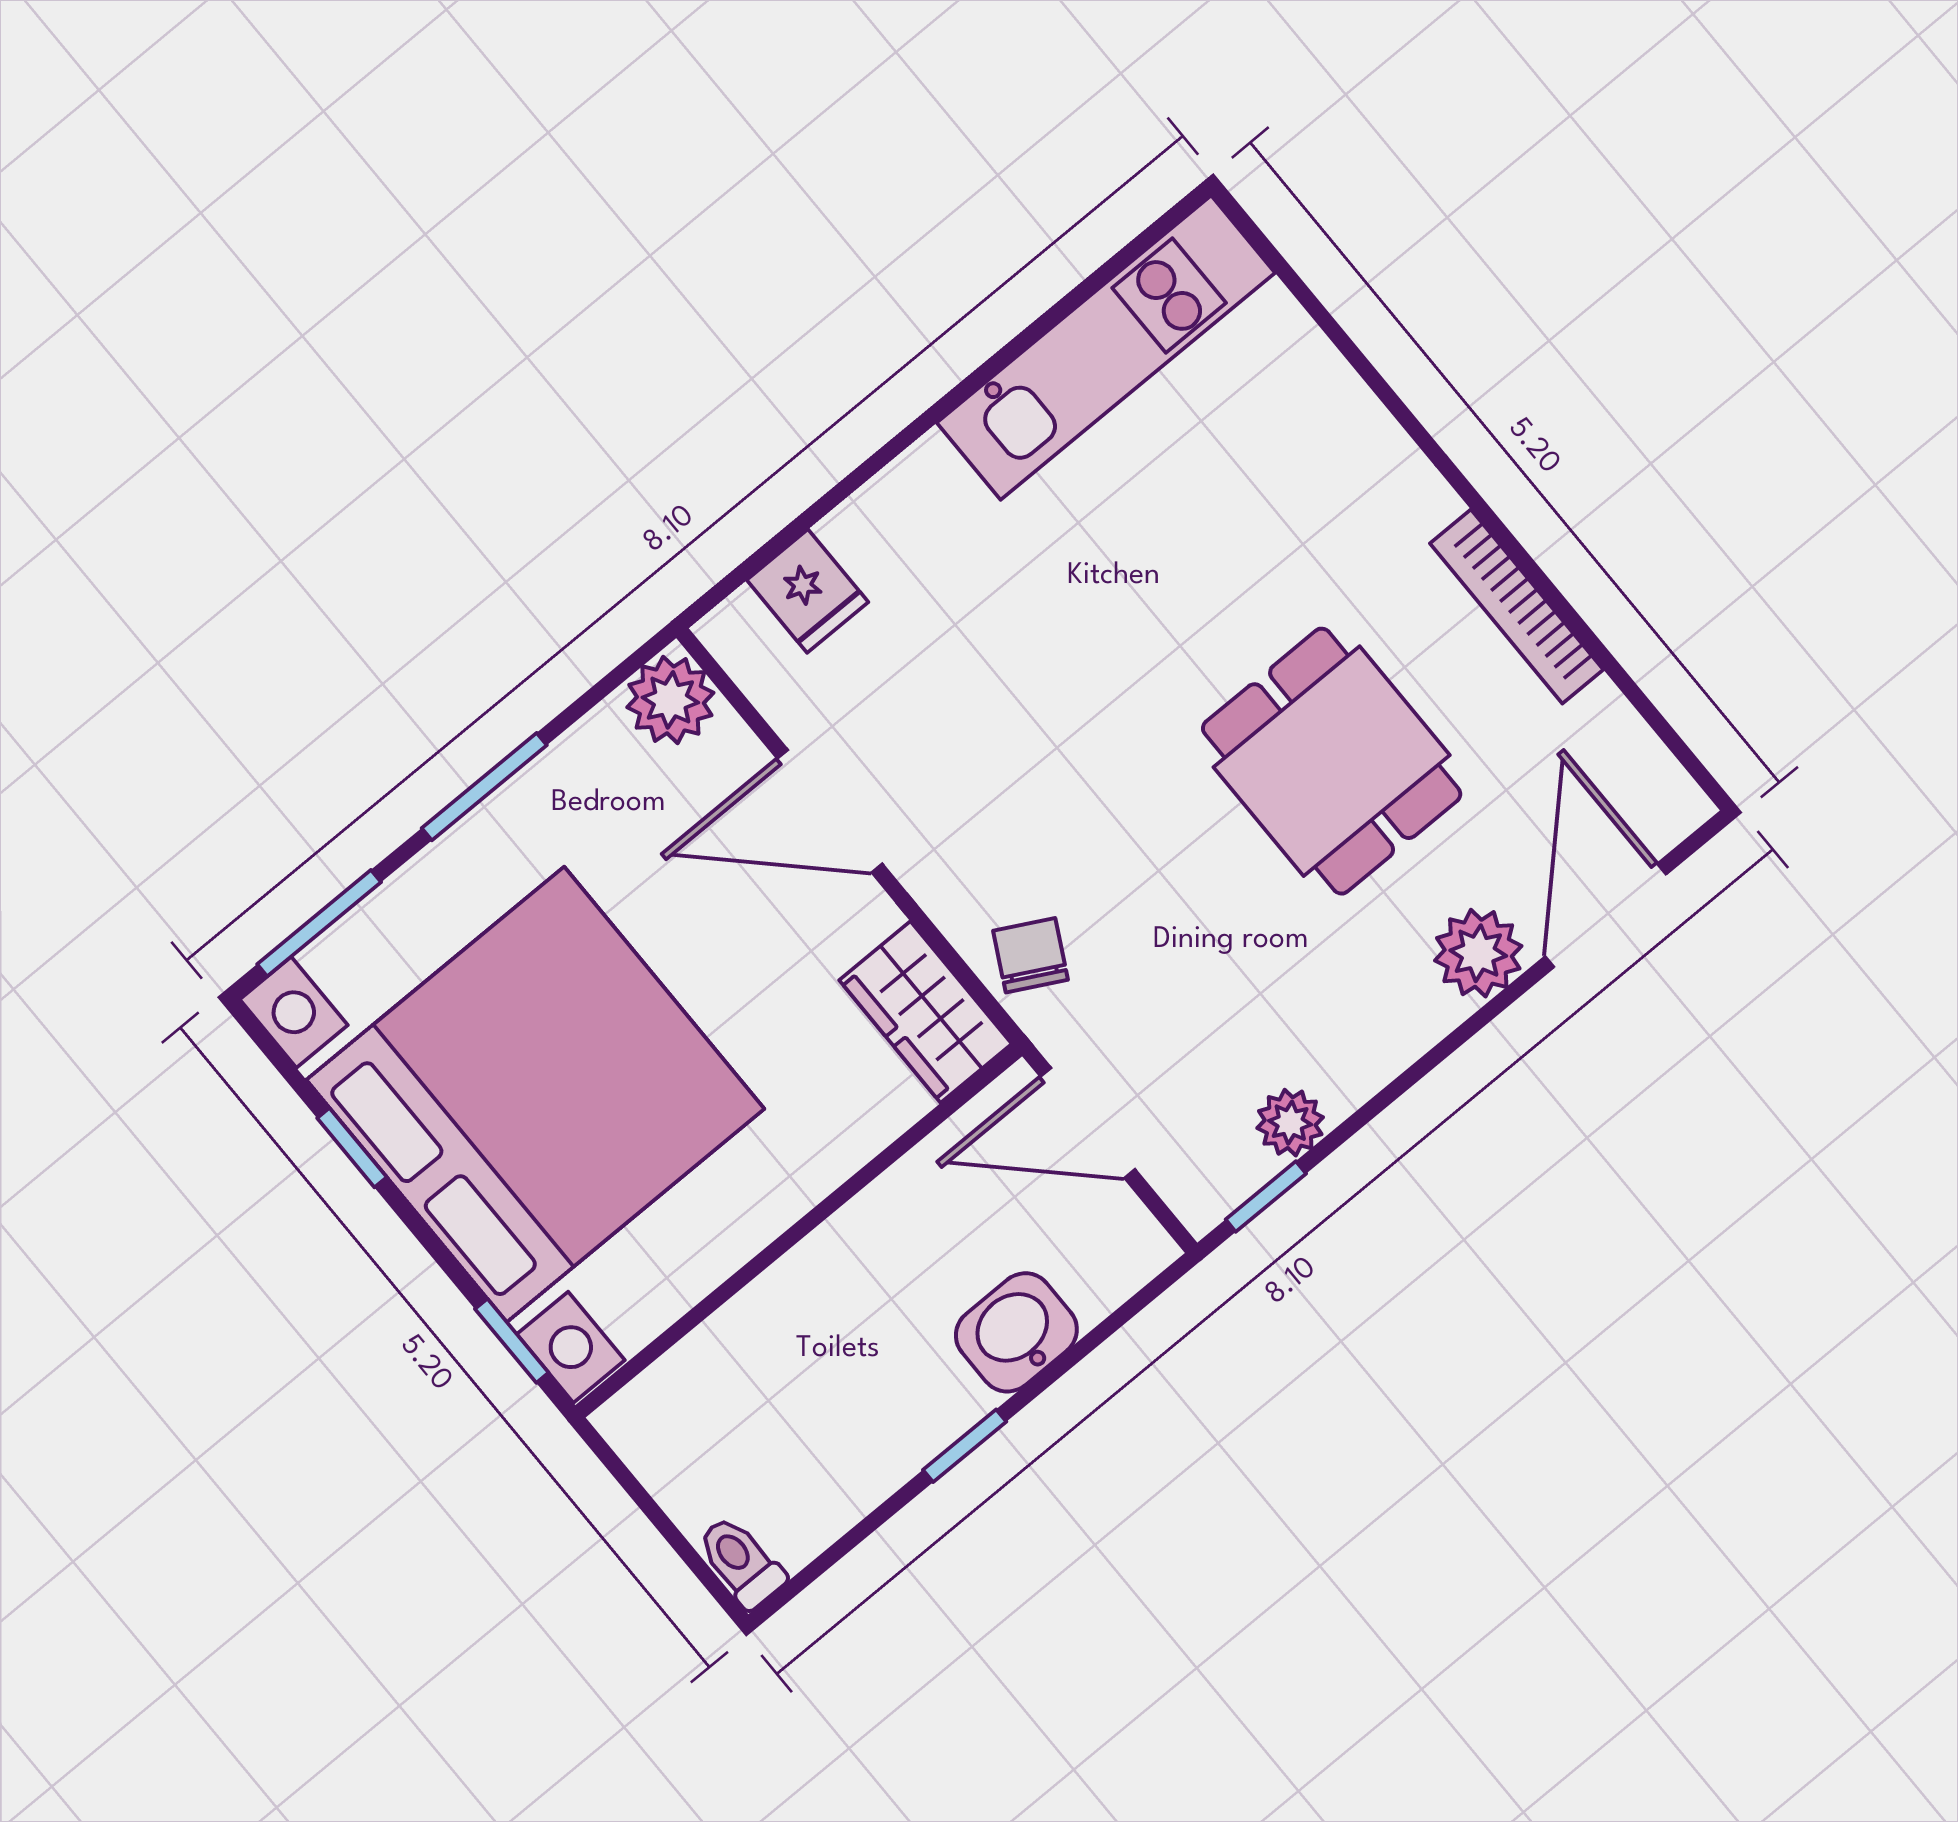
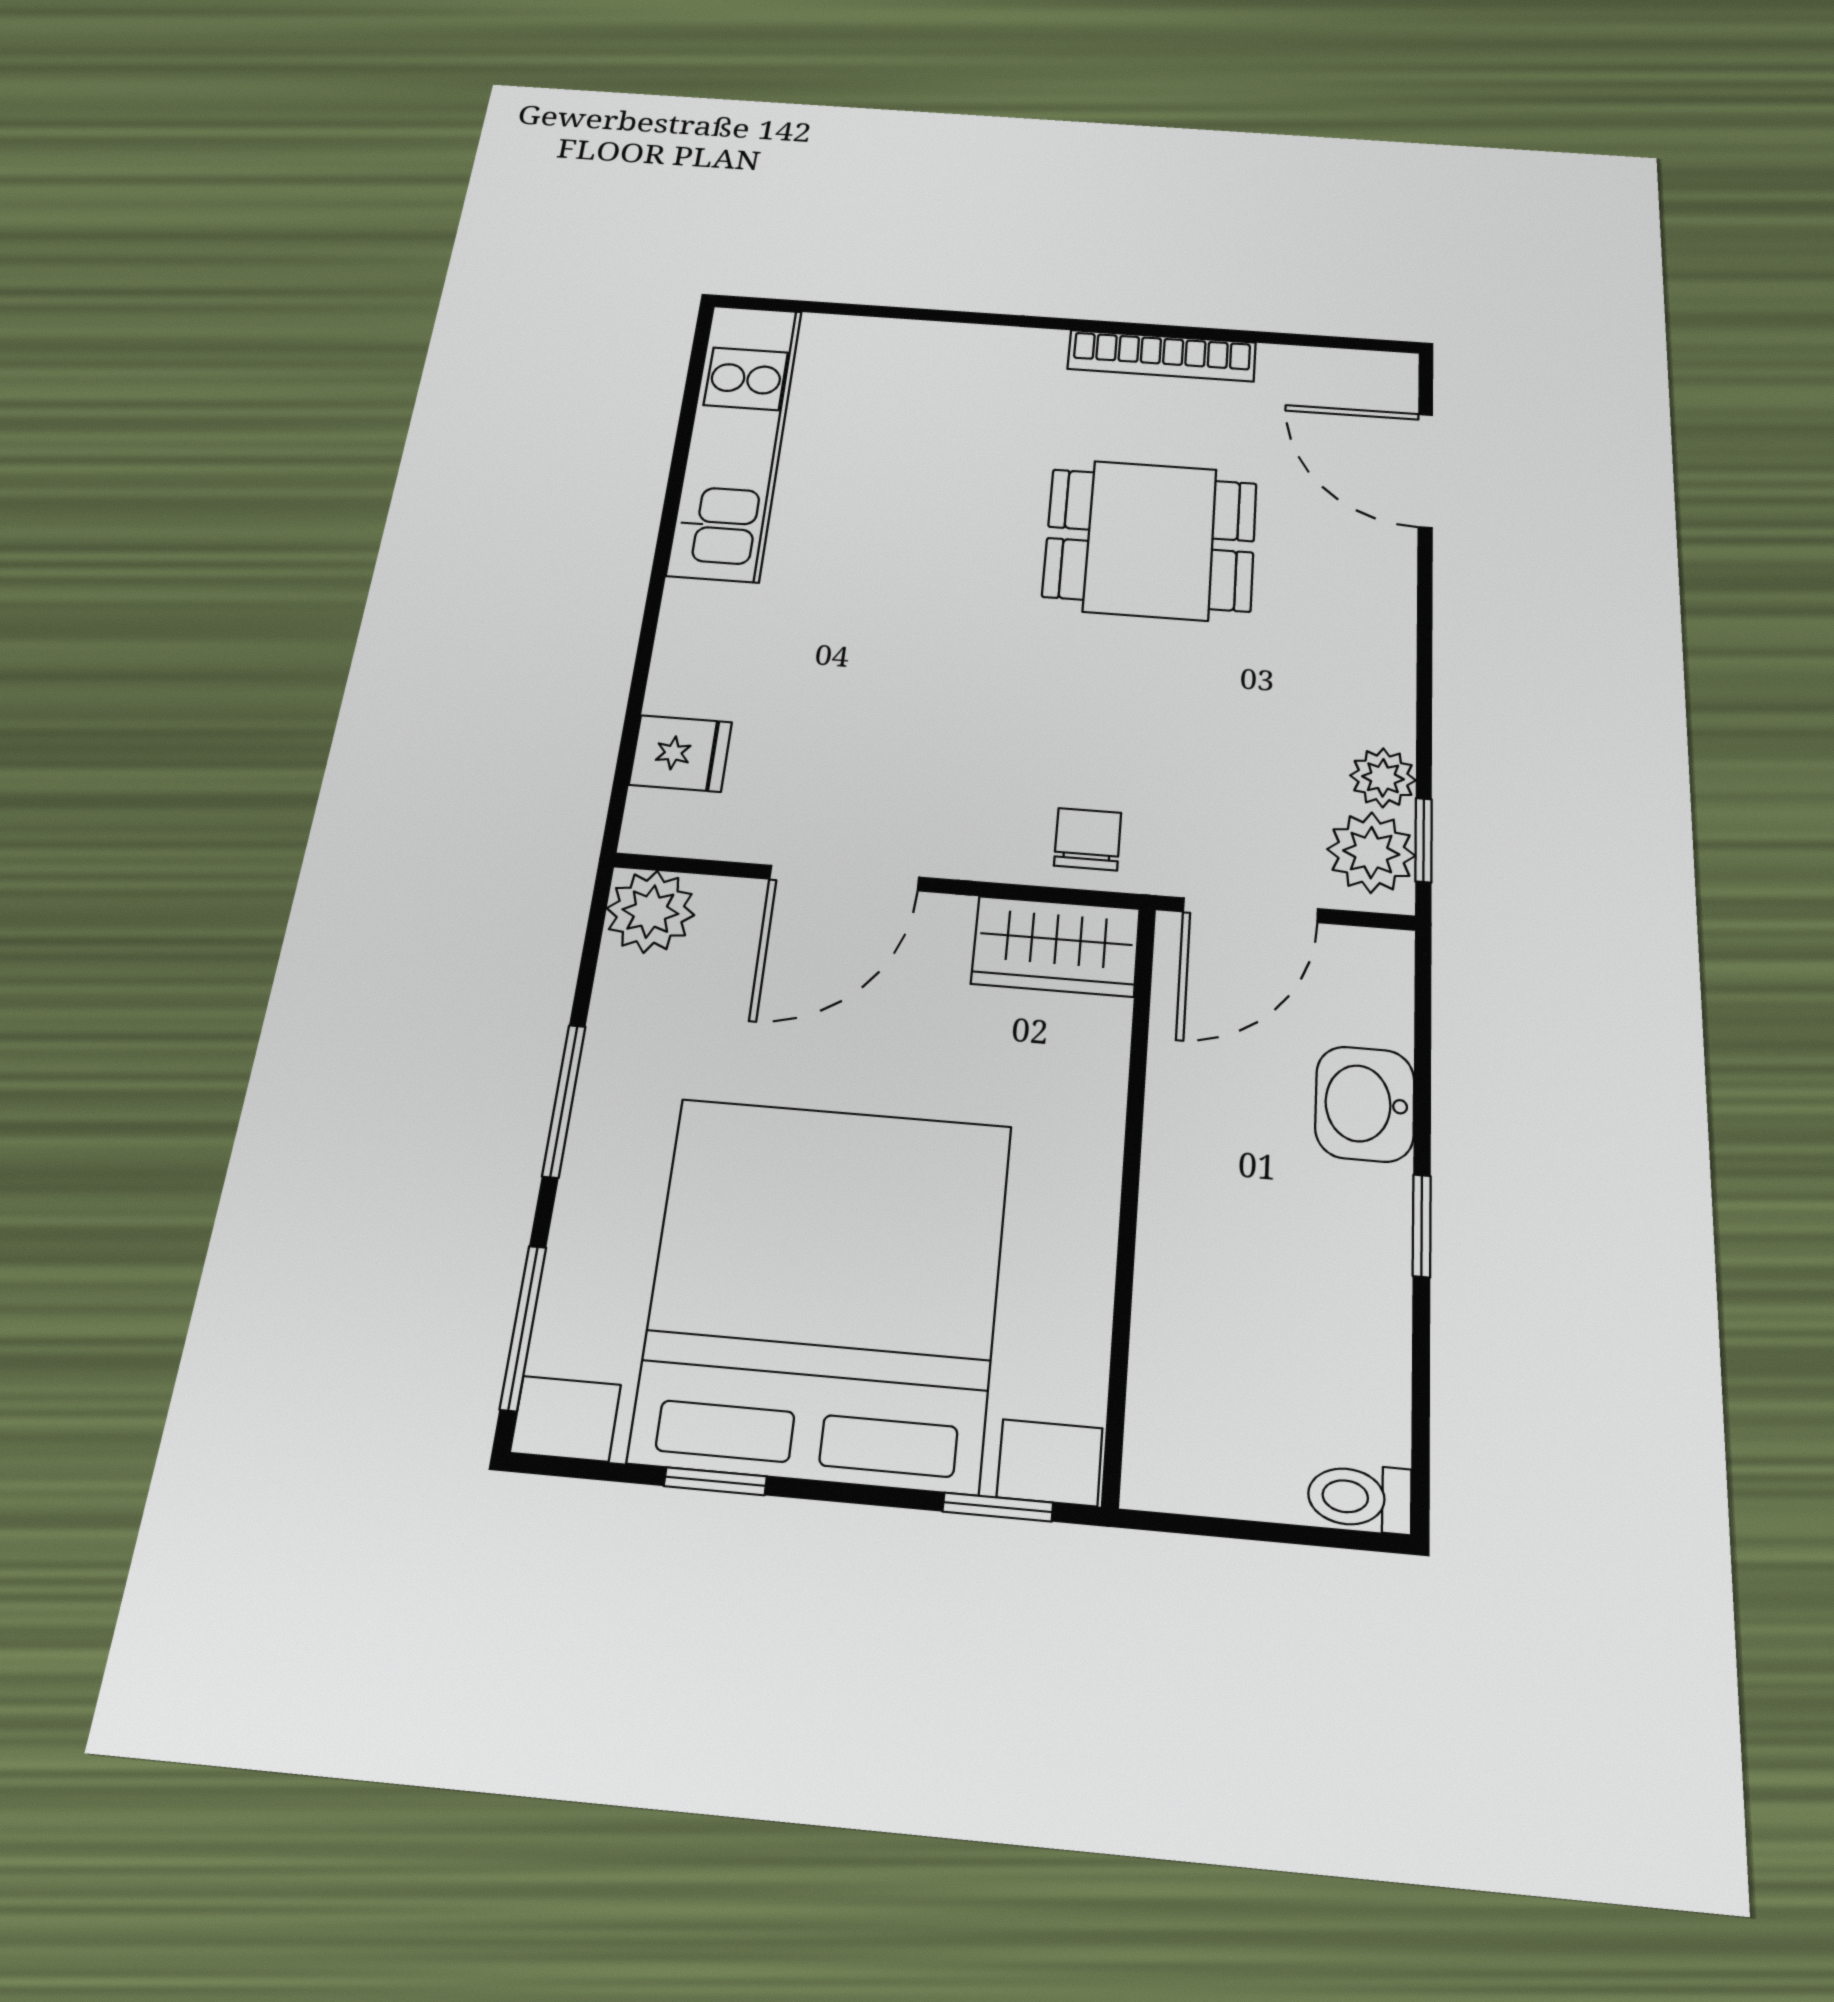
plant: (1478, 953) -> (1371, 853), moved
chair: (1030, 955) -> (1088, 839), turned 62

